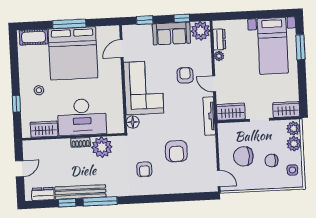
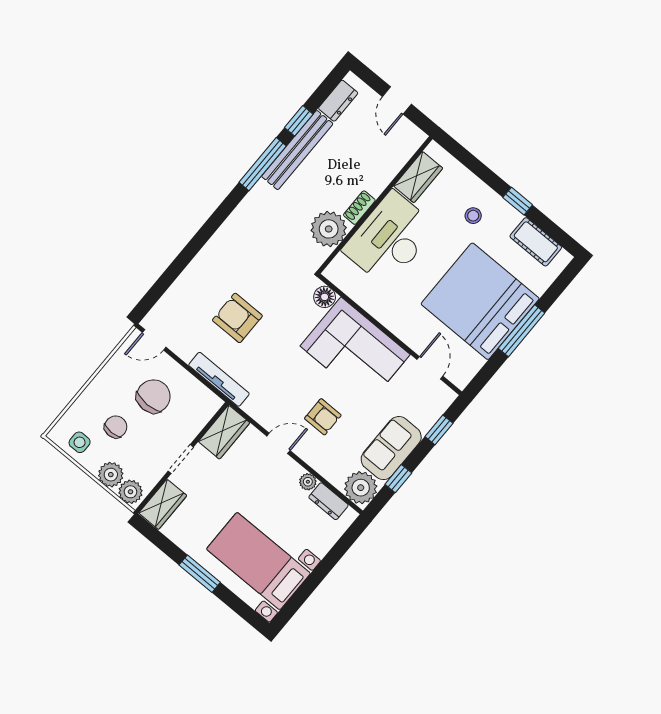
cot: (34, 37) -> (536, 242), moved, turned 90
window: (300, 47) -> (200, 574), moved
window: (16, 104) -> (518, 201), moved
tv unit: (209, 116) -> (219, 379), moved
armchair: (144, 169) -> (252, 257), removed

